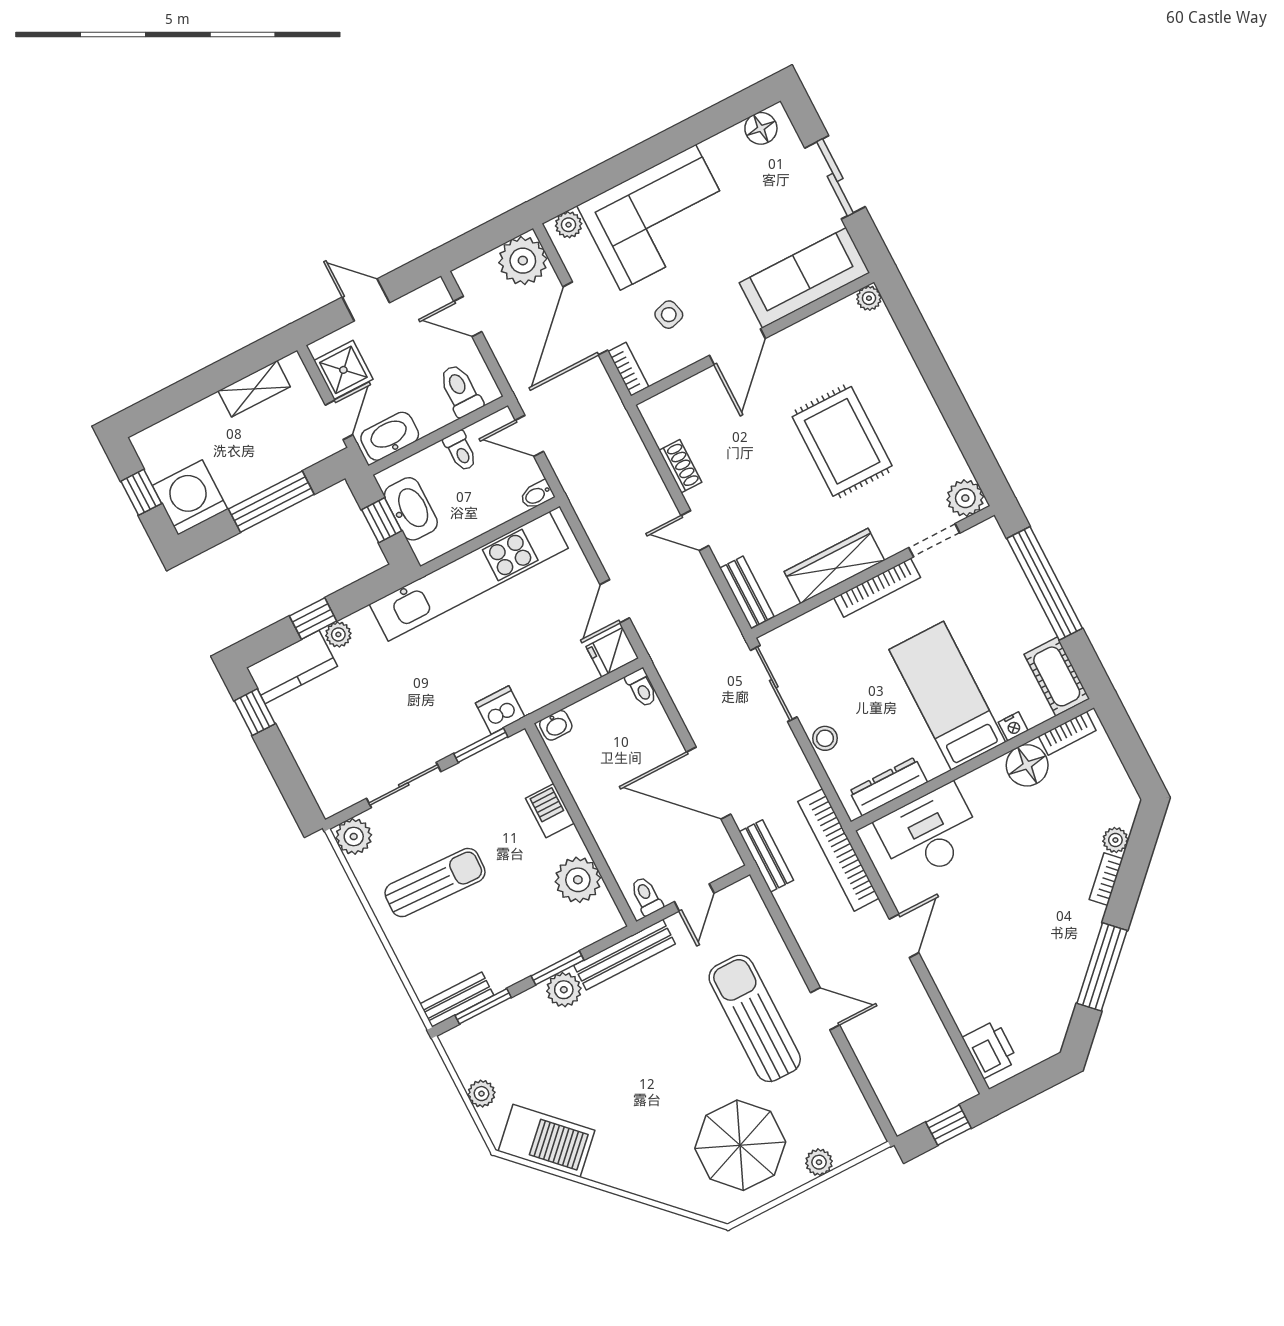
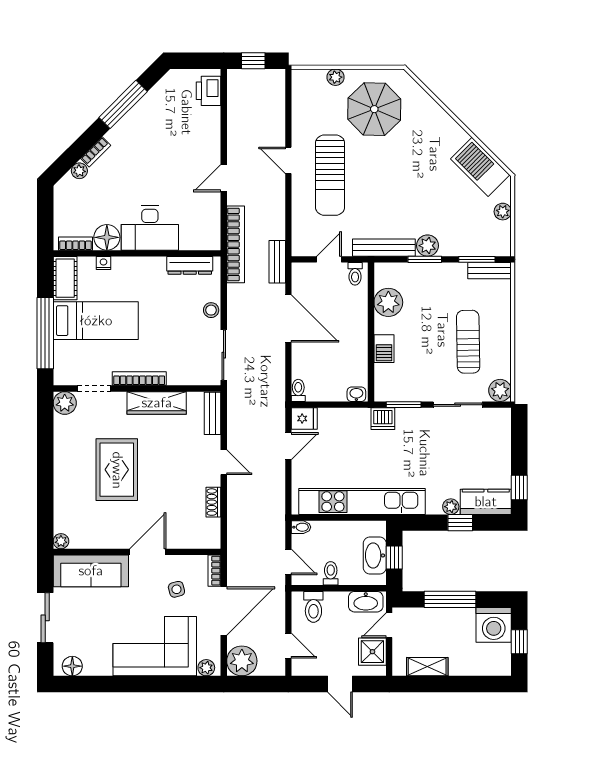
bed: (947, 696) -> (96, 321), moved, turned -90
desk: (929, 833) -> (150, 228), moved
sun lounger: (435, 883) -> (468, 342), turned 87

